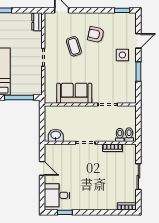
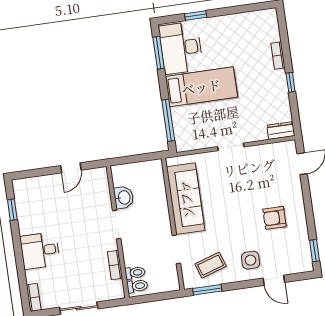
armchair: (96, 34) -> (274, 218), turned -102
coffee table: (74, 46) -> (211, 265), moved
window: (138, 72) -> (207, 290), moved
sofa: (74, 93) -> (186, 199), width x1.36
washbasin: (56, 135) -> (124, 197), moved
desk: (57, 195) -> (40, 250), moved, turned -90

